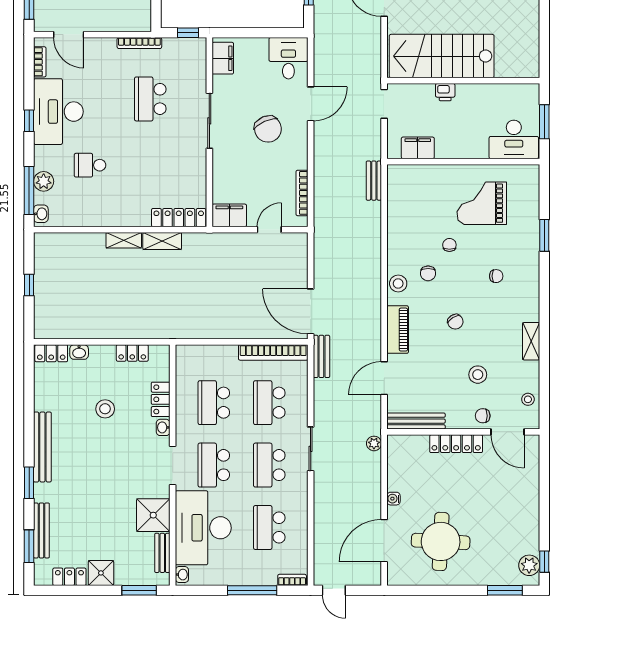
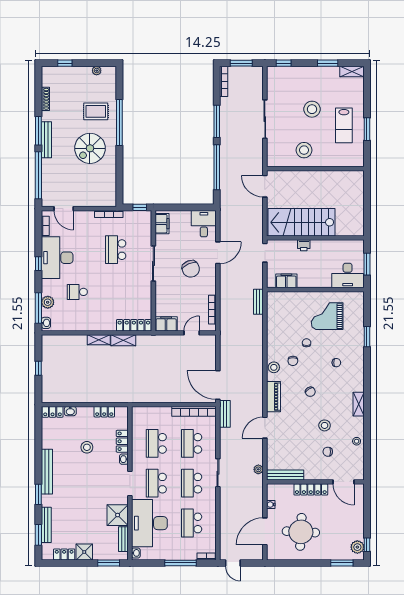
bench: (416, 421) -> (285, 475), moved
wall: (463, 432) -> (315, 482), moved
door: (507, 432) -> (344, 482), moved
locker: (456, 444) -> (311, 489), moved

